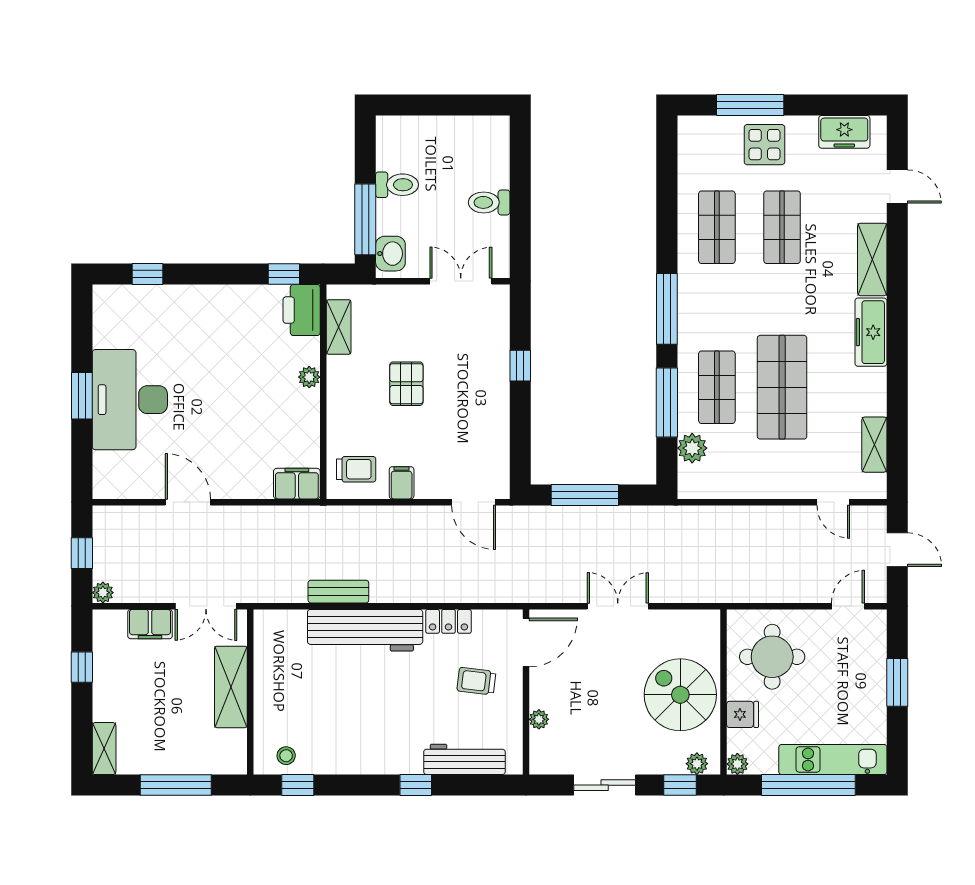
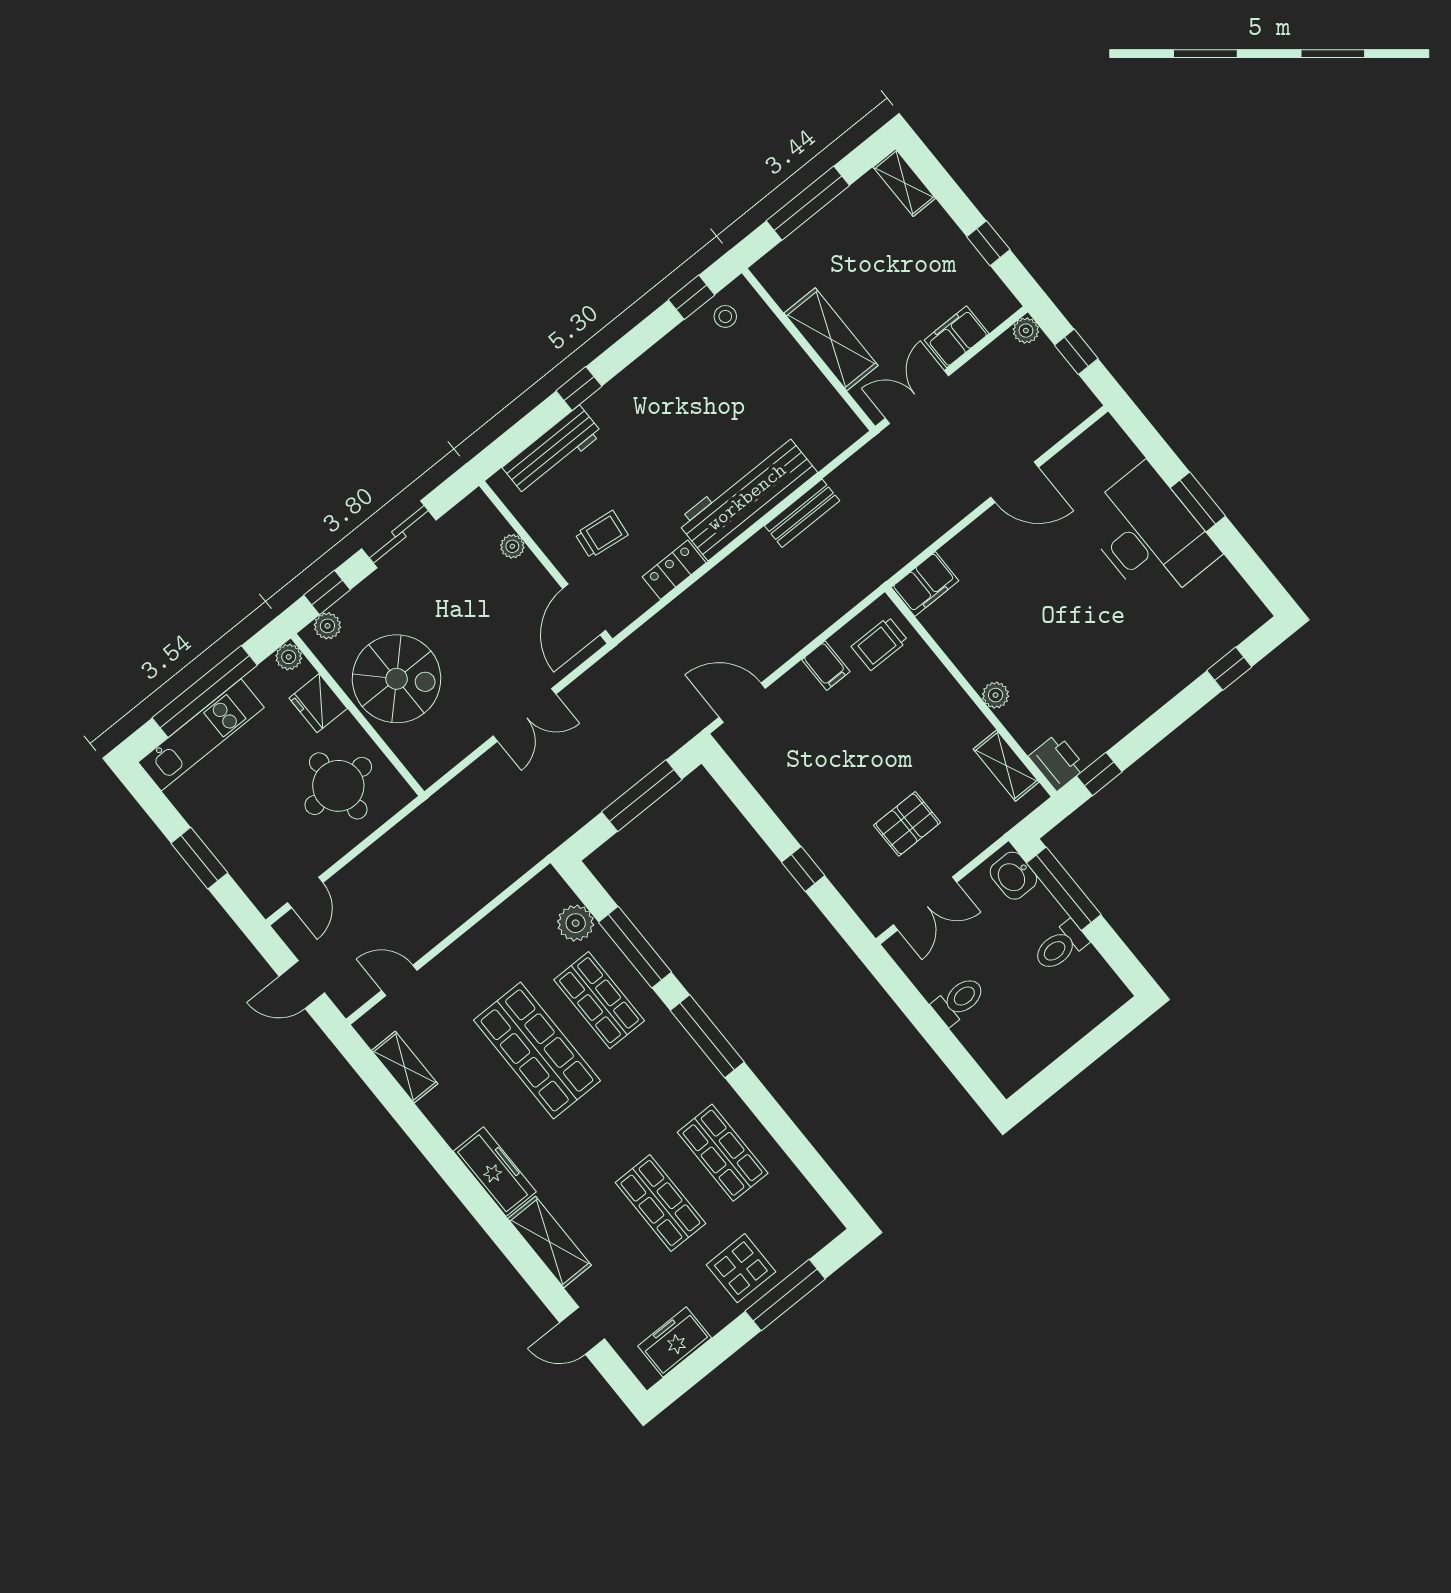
printer: (302, 310) -> (1057, 762), width x0.73, depth x0.84
pallet: (406, 384) -> (907, 824), moved, turned 90
fridge: (743, 714) -> (318, 703), width x1.38

